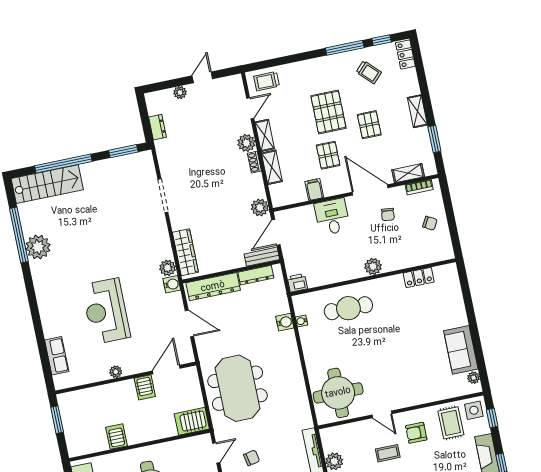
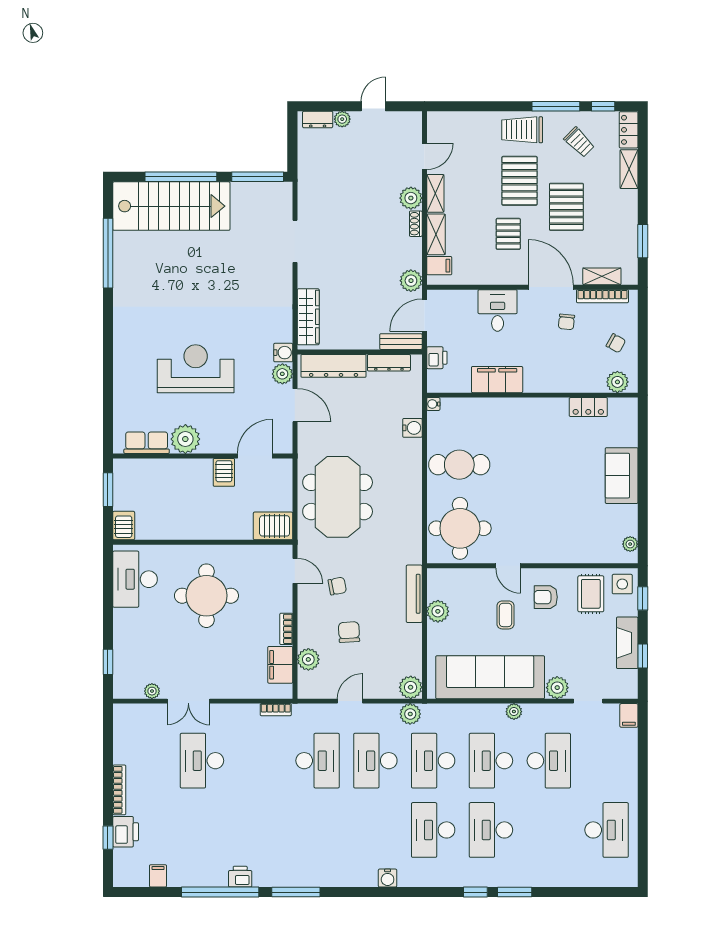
trolley: (267, 81) -> (522, 130), moved, width x1.36, depth x1.39
shelving: (417, 111) -> (629, 169), moved
pallet: (369, 125) -> (566, 207), width x1.50, depth x1.42
dresser: (157, 127) -> (318, 119), moved, turned 90
window: (123, 151) -> (258, 177), width x1.44
stairs: (47, 184) -> (171, 206), width x1.36, depth x1.51
bookcase: (419, 187) -> (602, 296), width x1.56
filing cabinet: (314, 190) -> (439, 266), moved, turned 90
plant: (38, 247) -> (128, 273), removed
plant: (373, 266) -> (617, 382), moved
plant: (168, 268) -> (282, 374), moved
filing cabinet: (343, 271) -> (497, 380), added
printer: (297, 283) -> (437, 358), moved, turned 90
cafe table: (348, 308) -> (459, 465), moved
reception desk: (106, 311) -> (196, 369), turned 90
water cooler: (302, 321) -> (433, 404), moved
sofa: (461, 350) -> (622, 476), moved
row of seats: (57, 356) -> (147, 443), moved, turned -90
plant: (116, 372) -> (185, 439), width x1.88, depth x1.88
server rack: (116, 437) -> (124, 526), moved
door: (216, 453) -> (295, 571), hinge flipped
coffee table: (388, 453) -> (506, 615), turned 90

